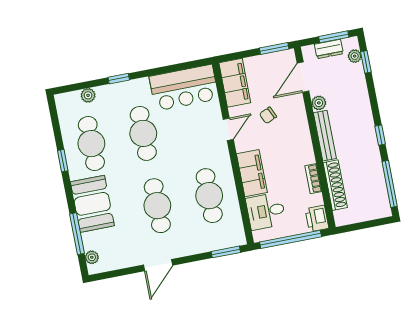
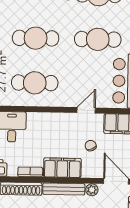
door: (228, 129) -> (86, 110), swing flipped
filing cabinet: (252, 173) -> (62, 168), moved, turned 180

